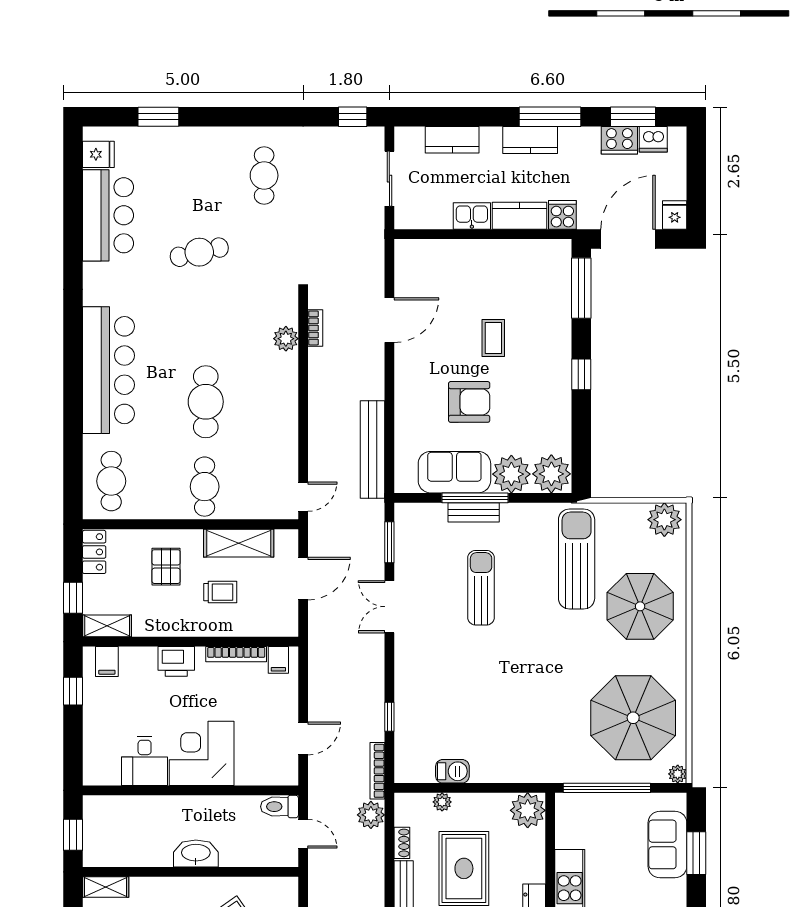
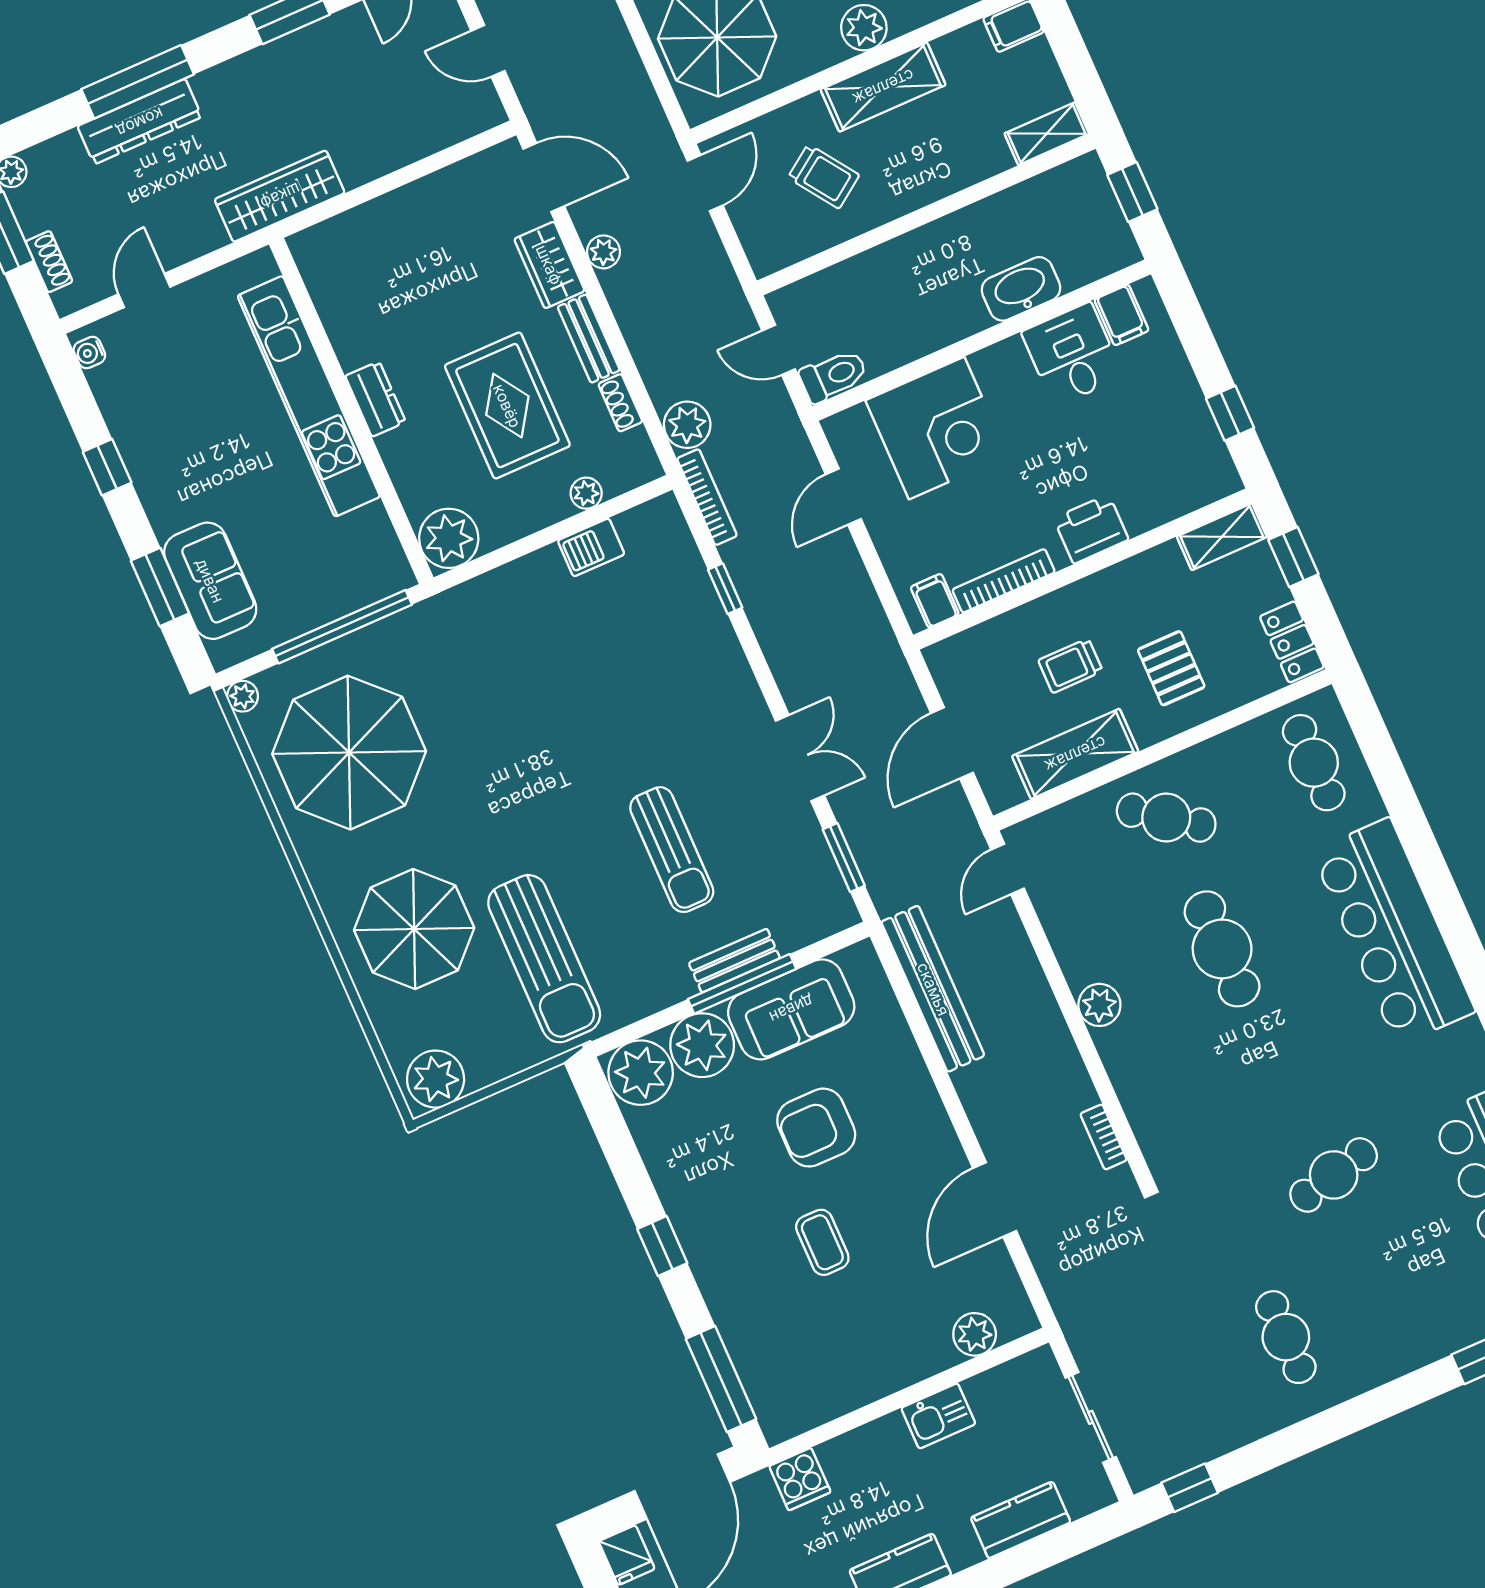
kitchen counter: (519, 216) -> (865, 1448), removed
plant: (433, 252) -> (975, 1334), added
plant: (286, 339) -> (1099, 1005), moved
cafe table: (205, 487) -> (1166, 818), turned -54
filing cabinet: (107, 662) -> (1122, 315), moved, turned 180
corner desk: (202, 753) -> (937, 428), moved
washbasin: (196, 853) -> (1021, 289), moved, turned 180

